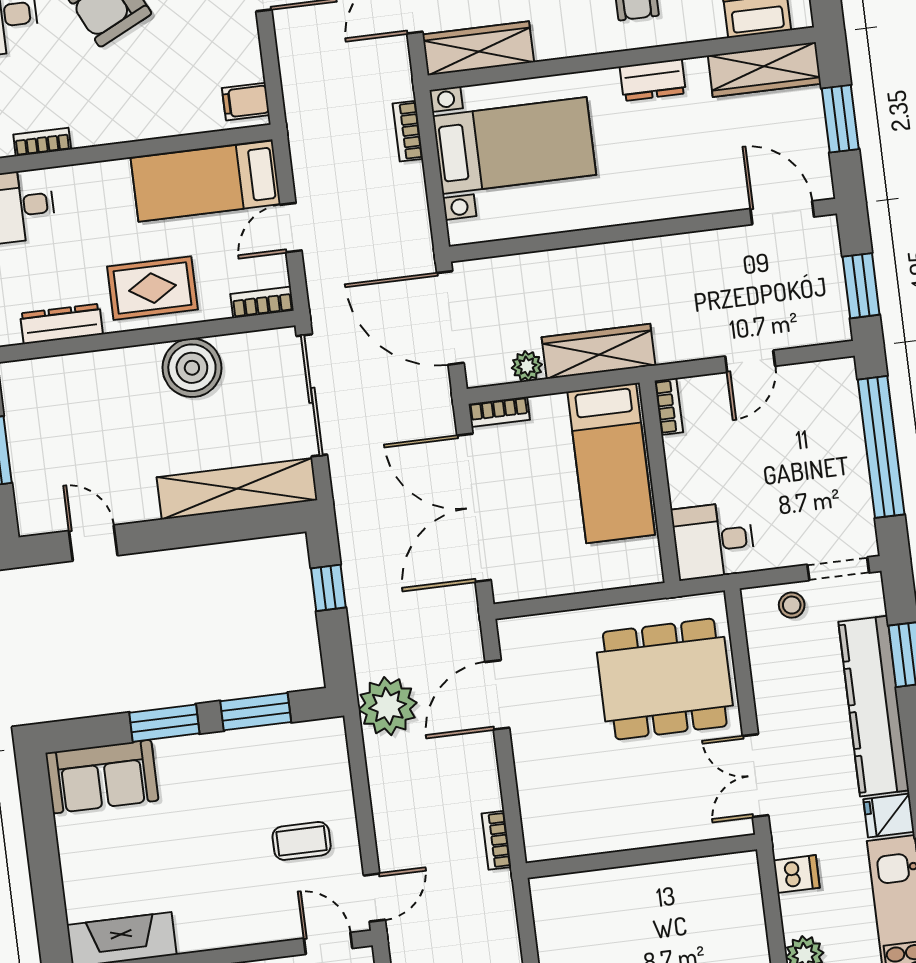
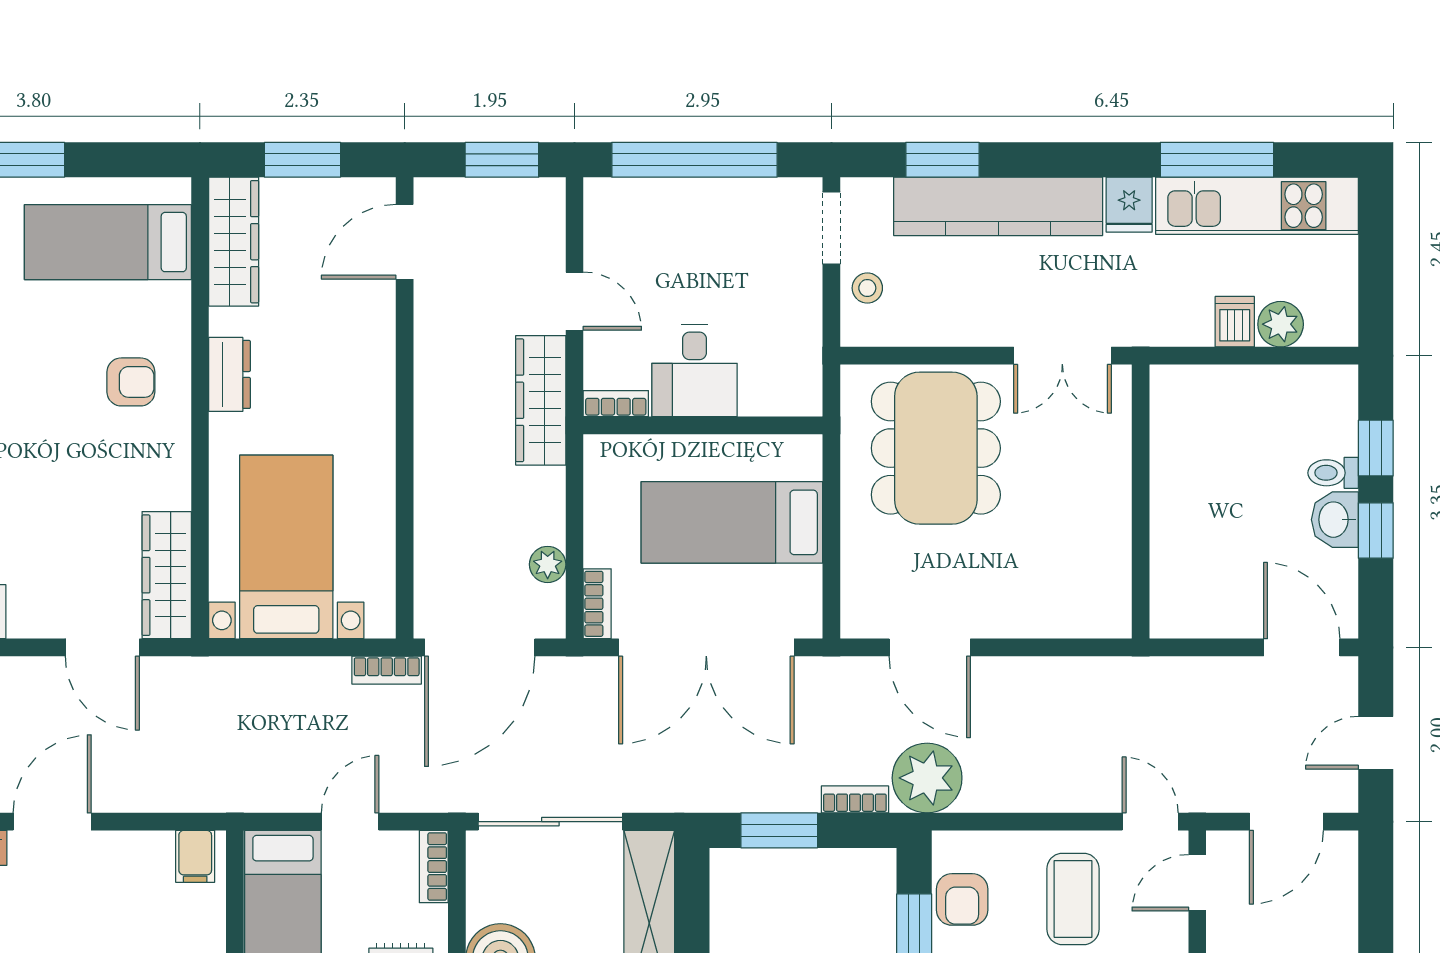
bookcase: (408, 131) -> (387, 670), moved
door: (291, 228) -> (350, 822), swing flipped
wardrobe: (599, 351) -> (541, 400), moved
bed: (611, 463) -> (732, 522), moved, turned 180
desk: (713, 541) -> (694, 371), moved
window: (328, 588) -> (779, 830), width x1.50
armchair: (290, 748) -> (962, 899), added
bookcase: (497, 840) -> (855, 799), moved, turned 180
coffee table: (302, 841) -> (1073, 899), width x1.36, depth x1.30
dishwasher: (797, 874) -> (1235, 322), moved

